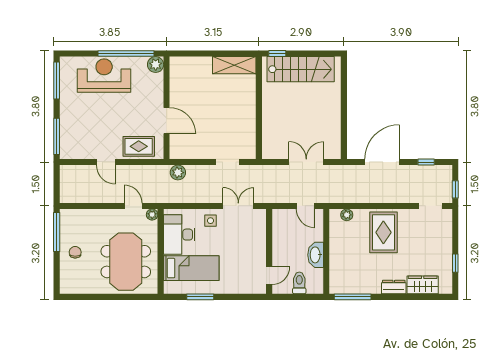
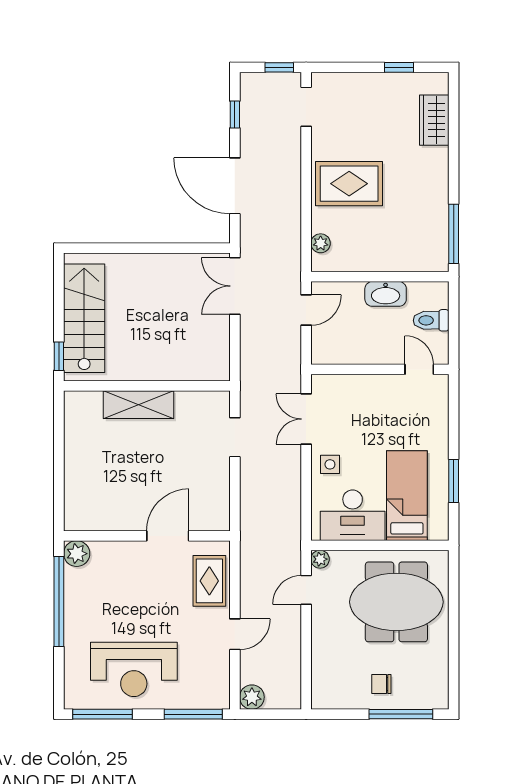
shelving: (234, 65) -> (139, 405), moved, turned 90
reception desk: (104, 76) -> (134, 669), moved, turned -90
double door: (306, 162) -> (235, 286), moved
plant: (178, 173) -> (252, 697), moved
window: (57, 232) -> (401, 714), moved
dresser: (394, 287) -> (438, 167), removed

